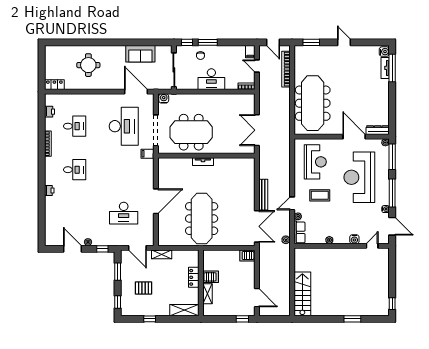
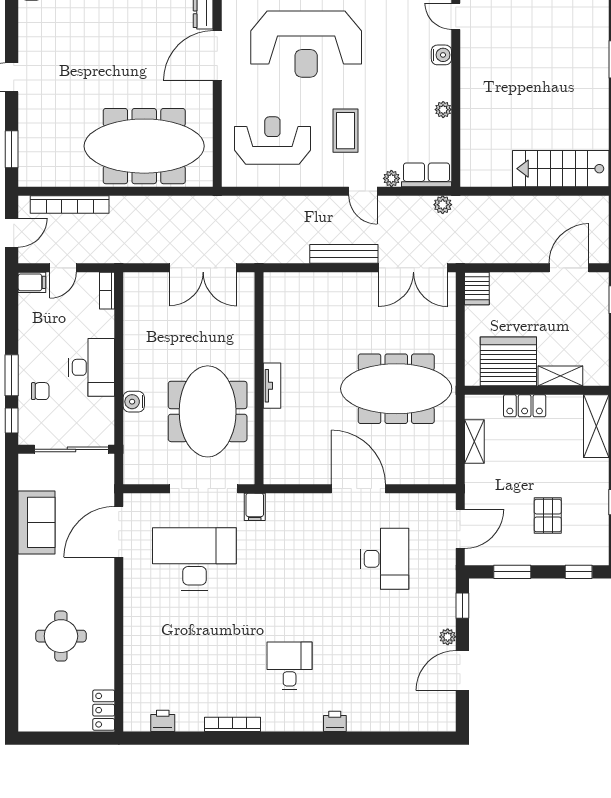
water cooler: (164, 98) -> (134, 402), moved
desk: (75, 126) -> (194, 666), removed
double door: (257, 226) -> (413, 268), swing flipped
shelving: (162, 254) -> (474, 441), moved
server rack: (211, 277) -> (508, 361), width x2.18, depth x1.44

